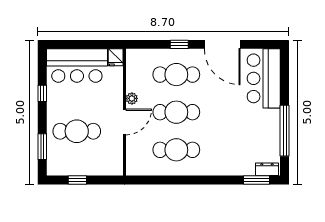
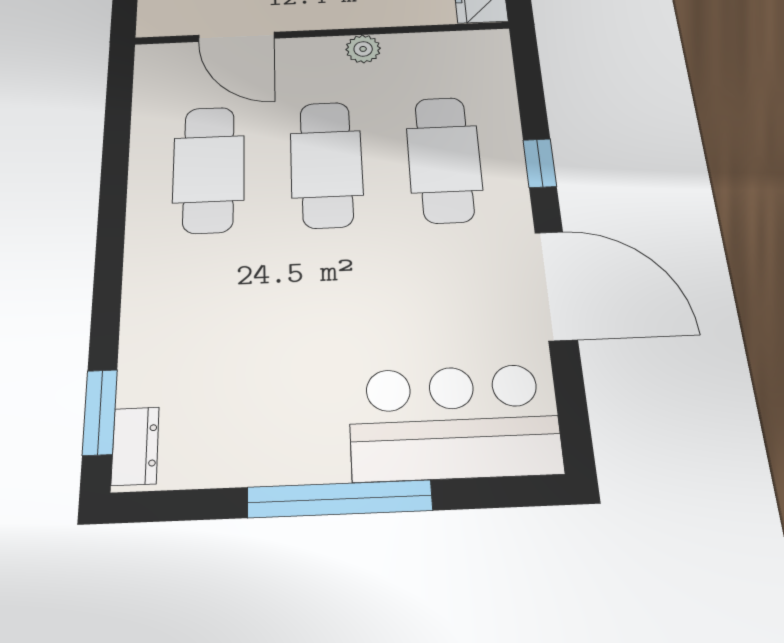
door: (222, 44) -> (556, 285), swing flipped
door: (124, 122) -> (236, 37), moved
window: (285, 131) -> (340, 499), moved

